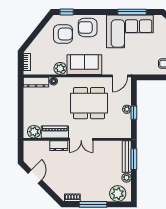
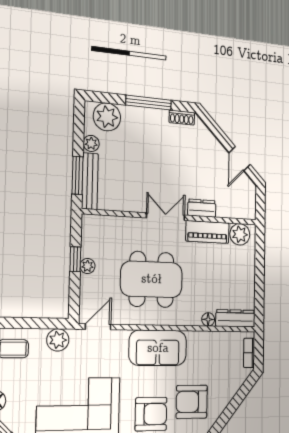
plant: (60, 68) -> (58, 340), moved

